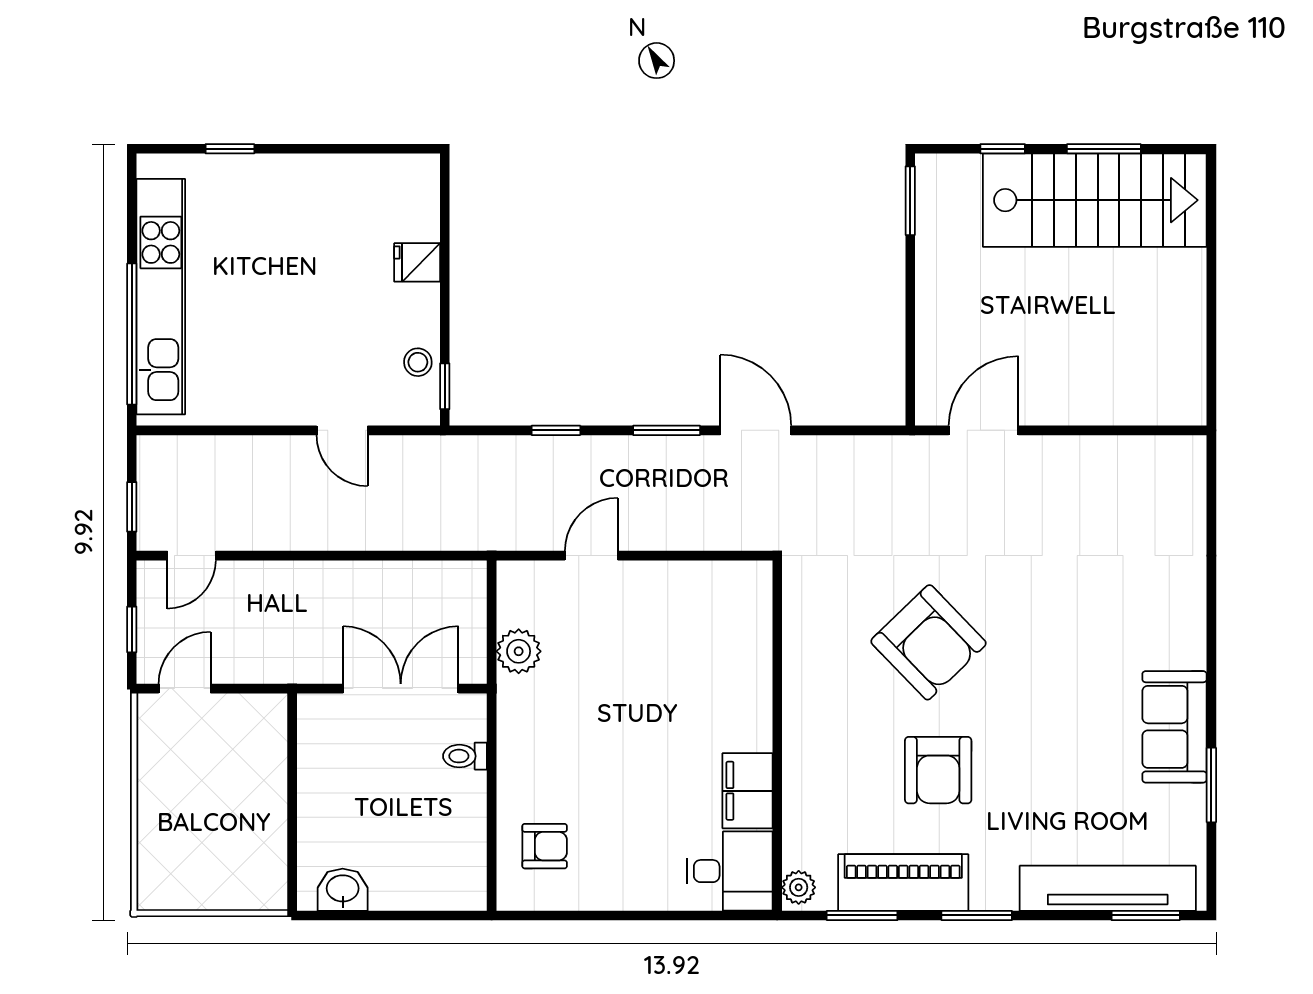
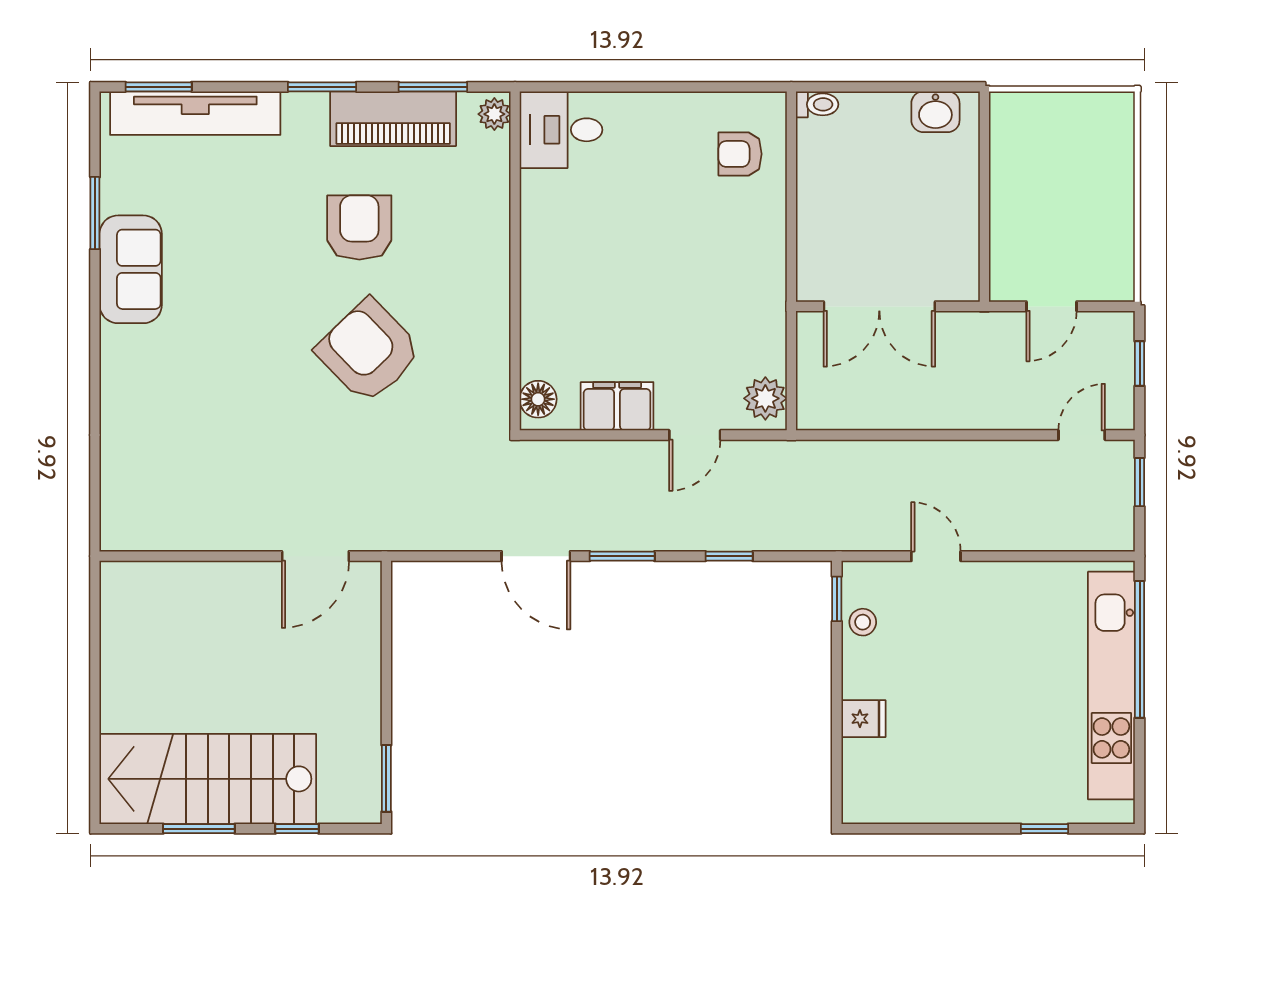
floor lamp: (753, 593) -> (538, 399), added
plant: (519, 651) -> (765, 398), moved
door: (185, 689) -> (1052, 306), moved
toilet: (465, 756) -> (817, 104), moved
filing cabinet: (747, 791) -> (617, 406), moved, turned -90

